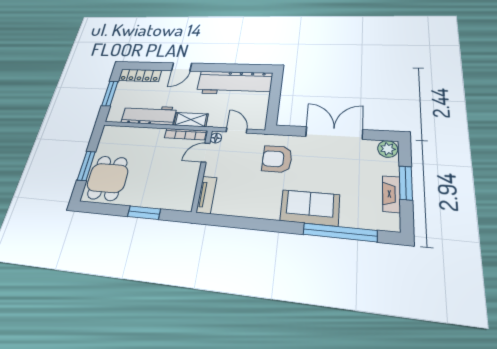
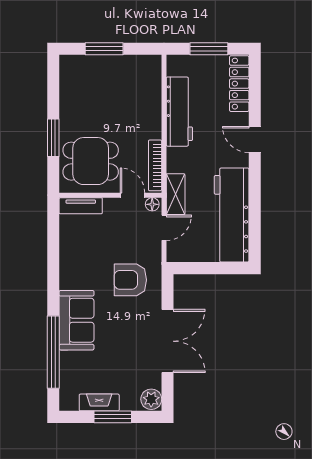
shelving: (191, 120) -> (176, 194), moved
armchair: (277, 159) -> (130, 280), turned -90
dining table: (108, 178) -> (91, 161), moved

